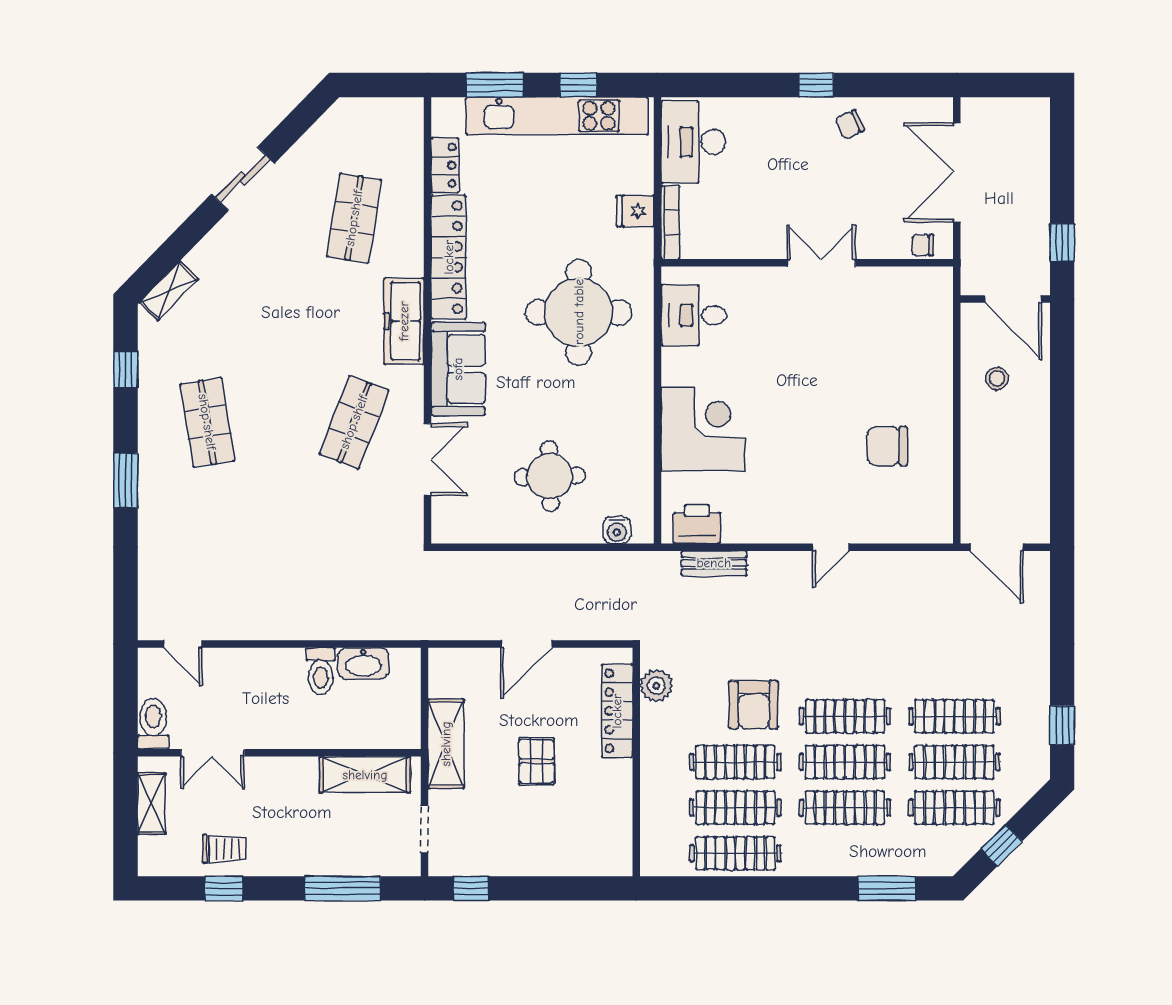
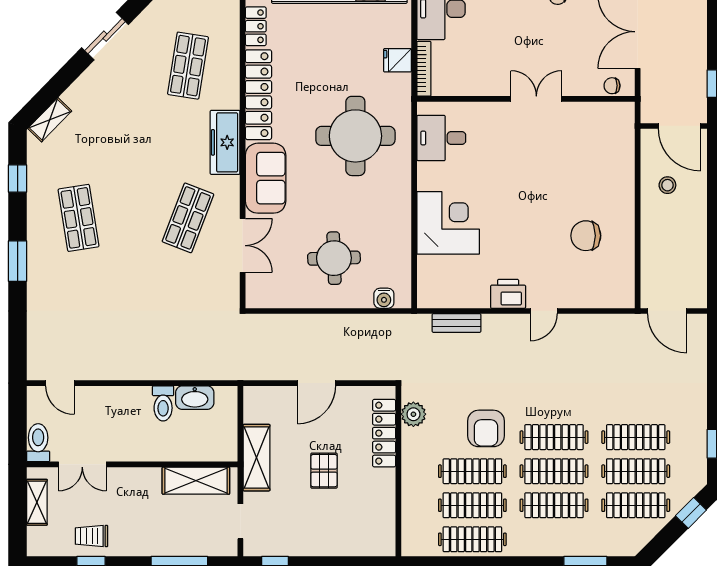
printer: (697, 524) -> (508, 294), moved
window: (1001, 845) -> (691, 513), moved
trolley: (225, 849) -> (92, 536), turned 180

